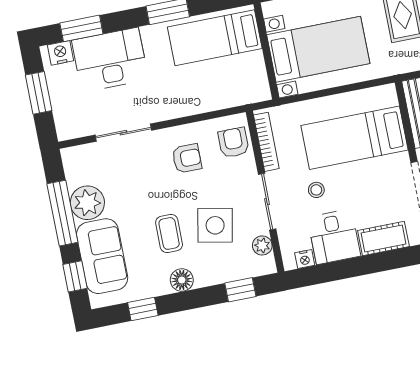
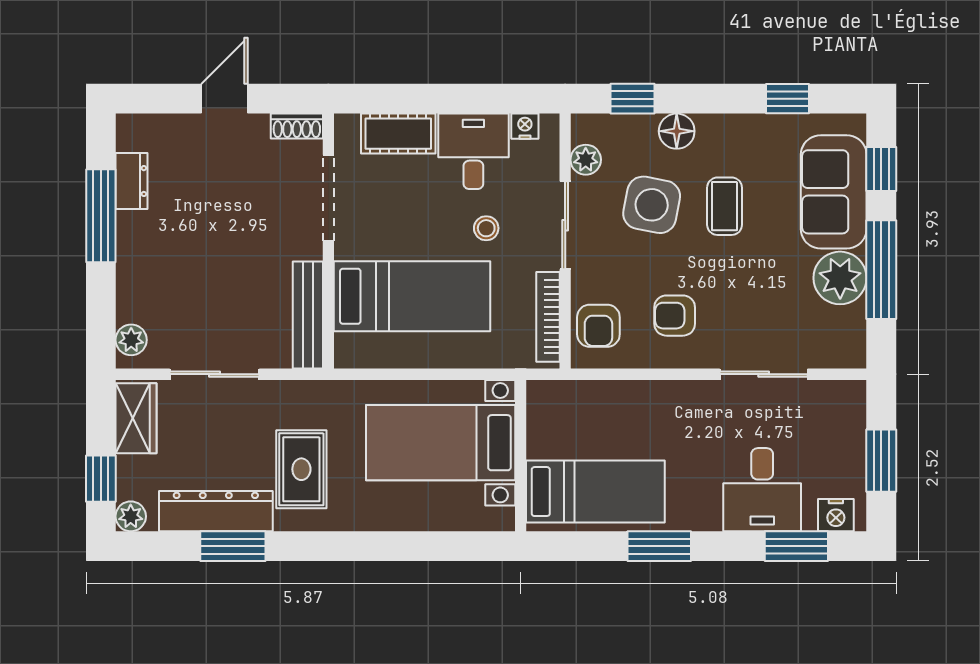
desk: (110, 60) -> (762, 490), width x0.73
floor lamp: (182, 280) -> (677, 131), moved

